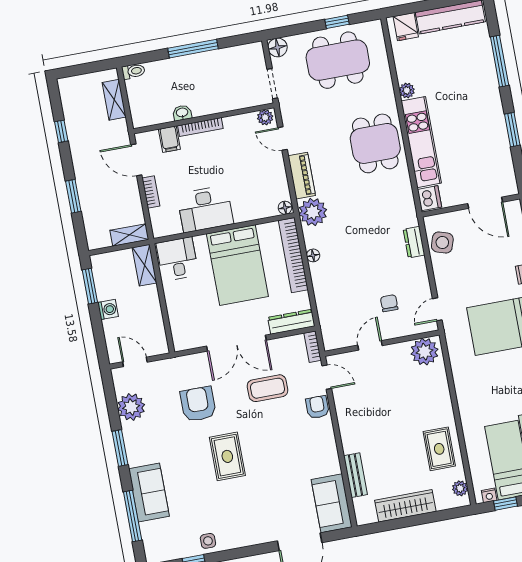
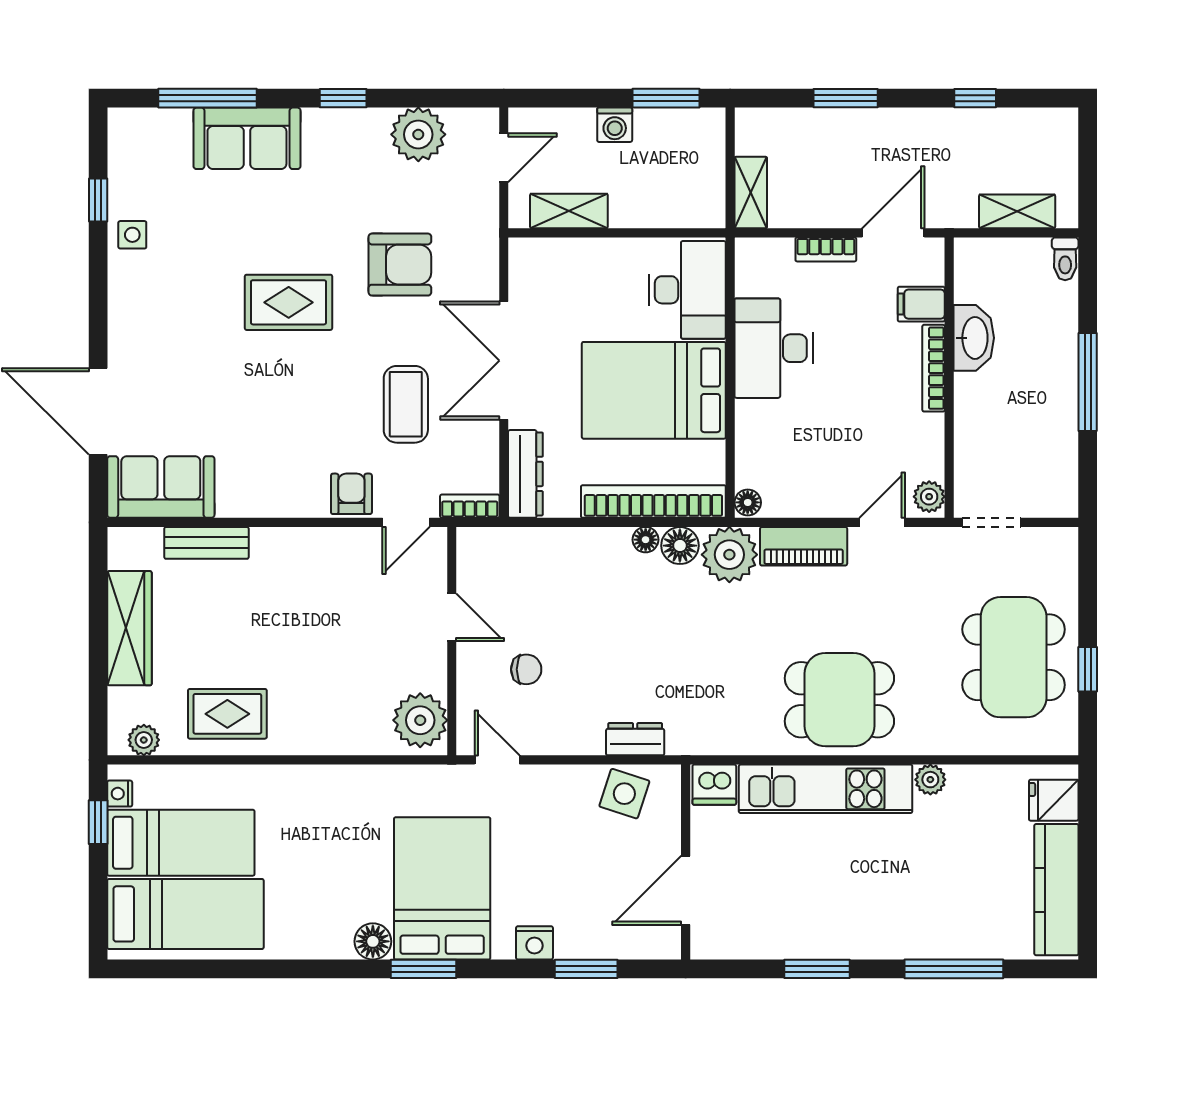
floor lamp: (278, 47) -> (680, 546), moved
washbasin: (182, 113) -> (974, 338), width x1.91, depth x1.45
desk: (177, 259) -> (687, 290), width x1.37
shelving: (145, 265) -> (569, 211), moved
armchair: (317, 407) -> (351, 494), turned -90
window: (120, 448) -> (343, 98), width x0.67

